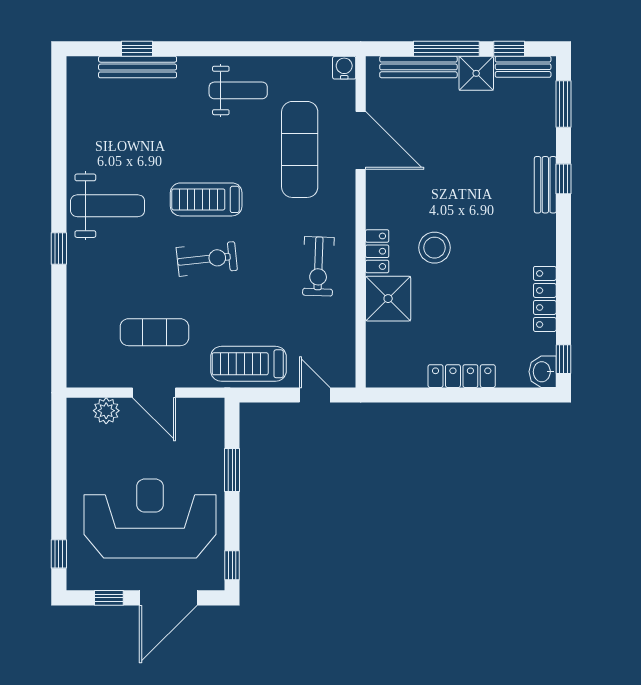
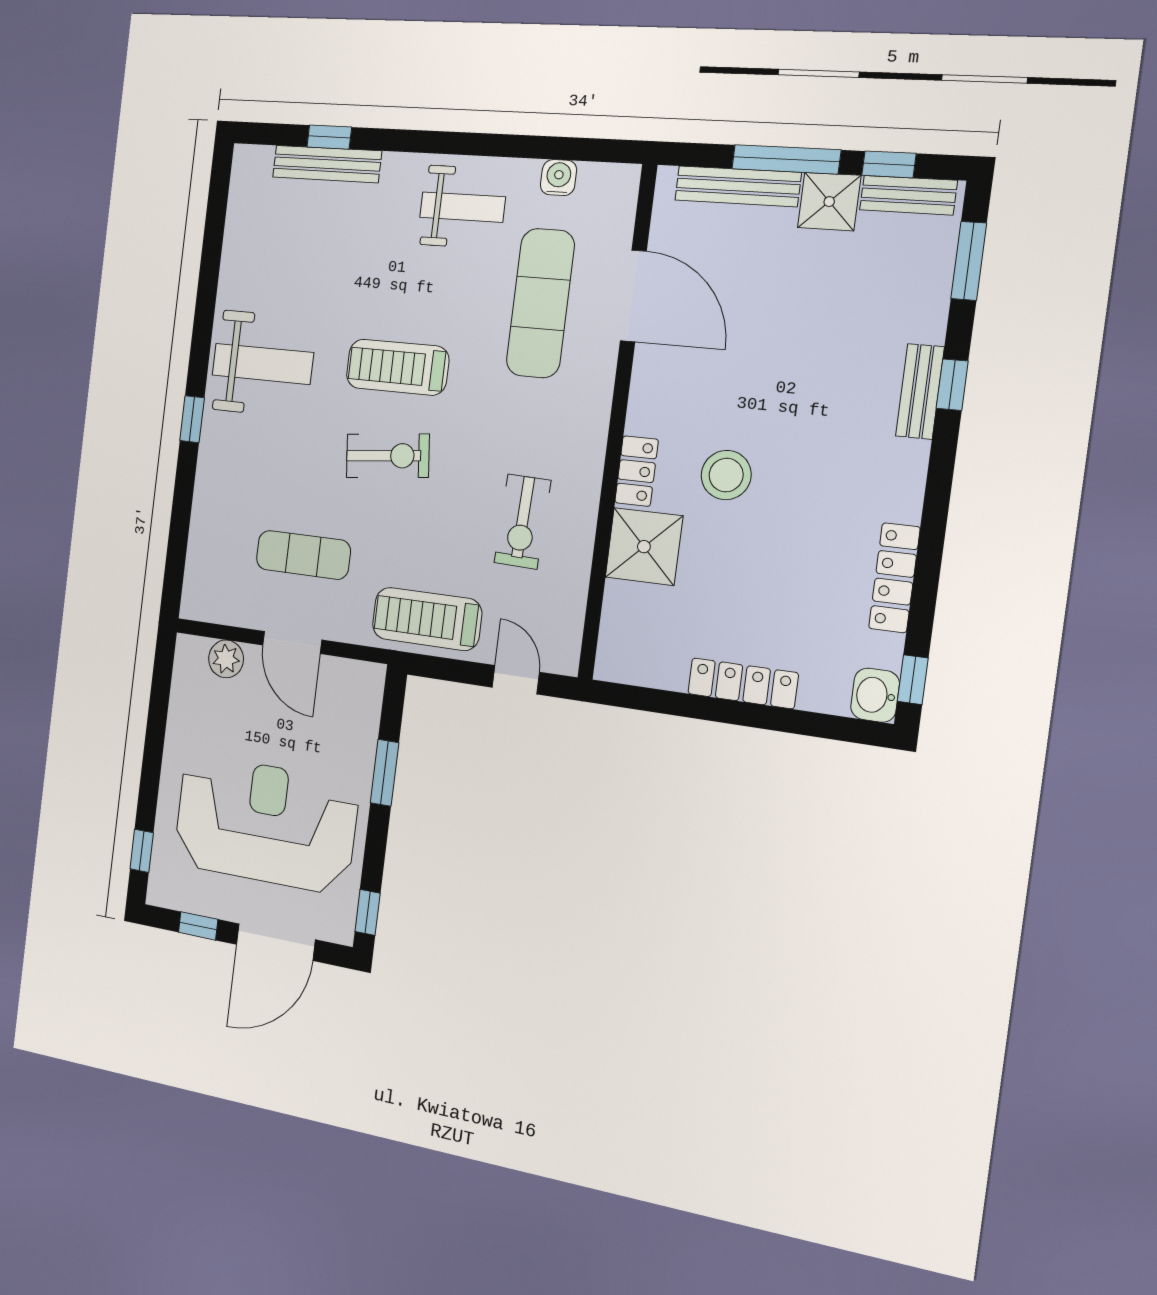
water cooler: (344, 68) -> (559, 178), moved
exercise bike: (318, 266) -> (522, 522), moved

